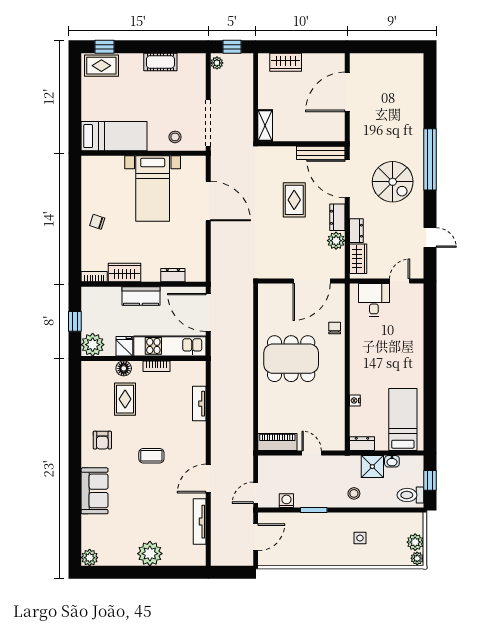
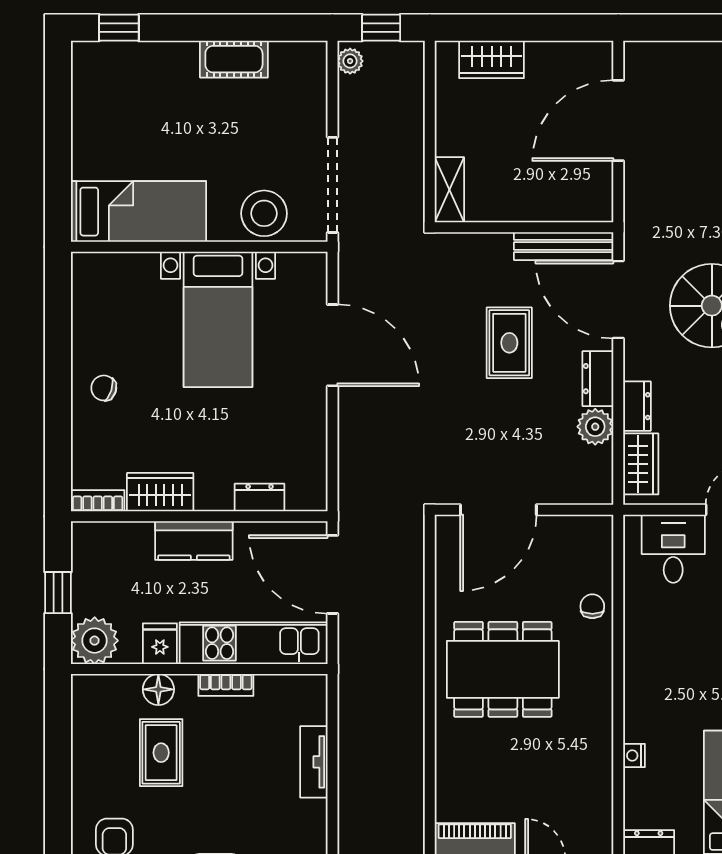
rug: (101, 66) -> (113, 67), removed
stool: (175, 137) -> (264, 213), width x1.89, depth x1.89
door: (312, 281) -> (498, 510), moved

